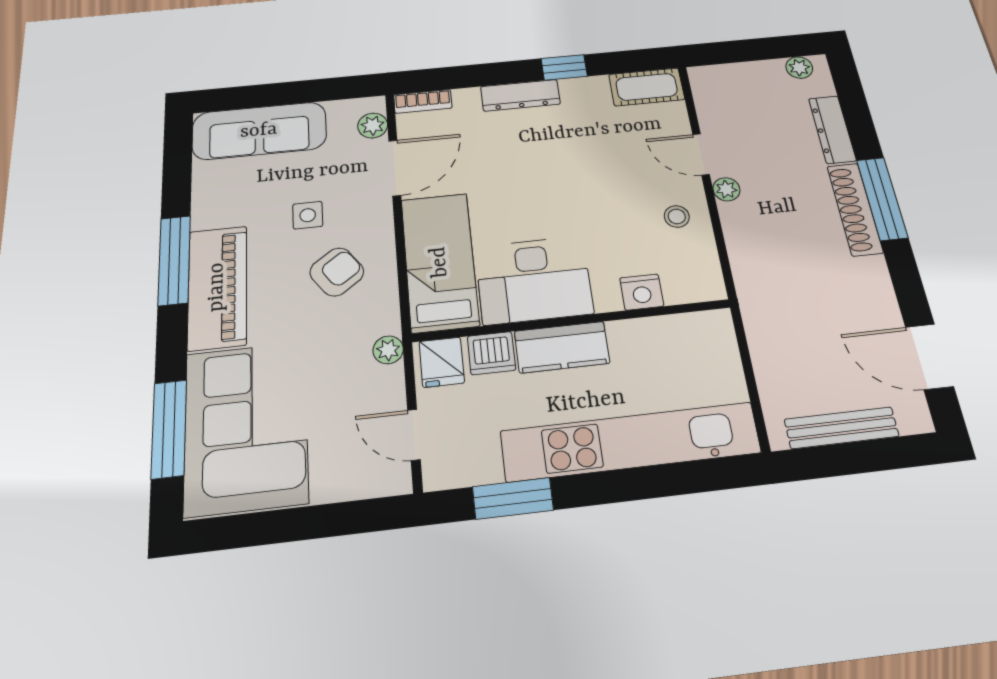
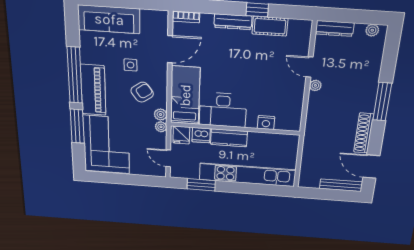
cot: (647, 87) -> (270, 26), moved
plant: (373, 126) -> (161, 115), moved
dresser: (832, 129) -> (335, 28), moved, turned -90
shoe rack: (855, 209) -> (364, 133), moved
stool: (677, 216) -> (290, 94), removed
window: (174, 260) -> (75, 75), width x1.46
bench: (842, 428) -> (341, 185), moved
window: (169, 429) -> (77, 126), moved

